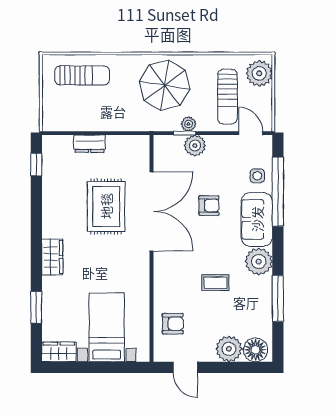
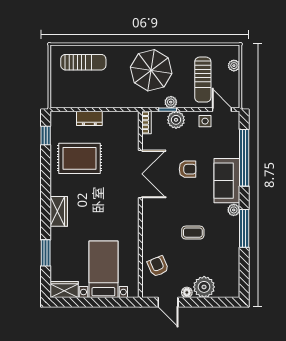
plant: (259, 73) -> (234, 66), width x0.53, depth x0.53
bookcase: (159, 149) -> (146, 123), added
side table: (257, 176) -> (205, 121), moved
rug: (106, 206) -> (80, 158), moved, turned 90
double door: (152, 211) -> (140, 174), width x0.73
plant: (259, 262) -> (234, 210), width x0.53, depth x0.53
window: (278, 298) -> (244, 228), moved
armchair: (173, 324) -> (158, 266), turned -113
floor lamp: (256, 350) -> (187, 292), moved, width x0.53, depth x0.53

